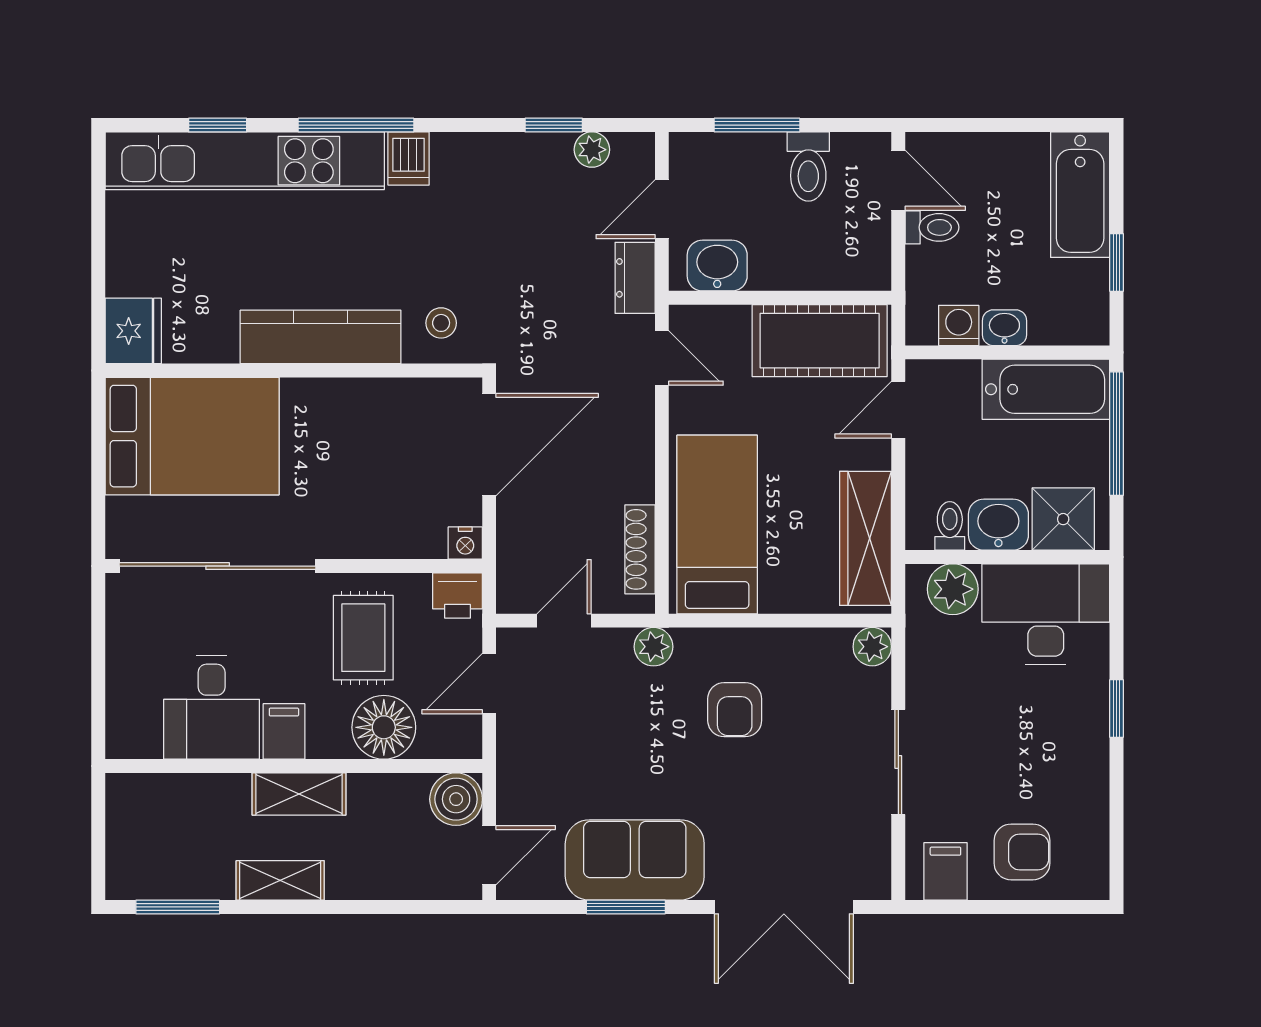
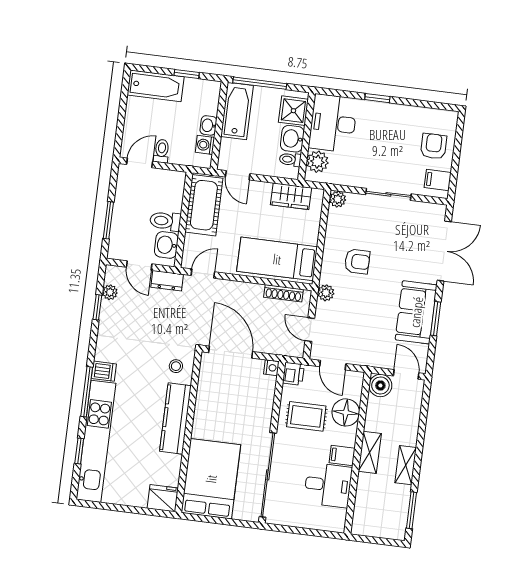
toilet: (808, 167) -> (165, 221), moved, turned 180
wardrobe: (866, 538) -> (291, 196), width x0.67

